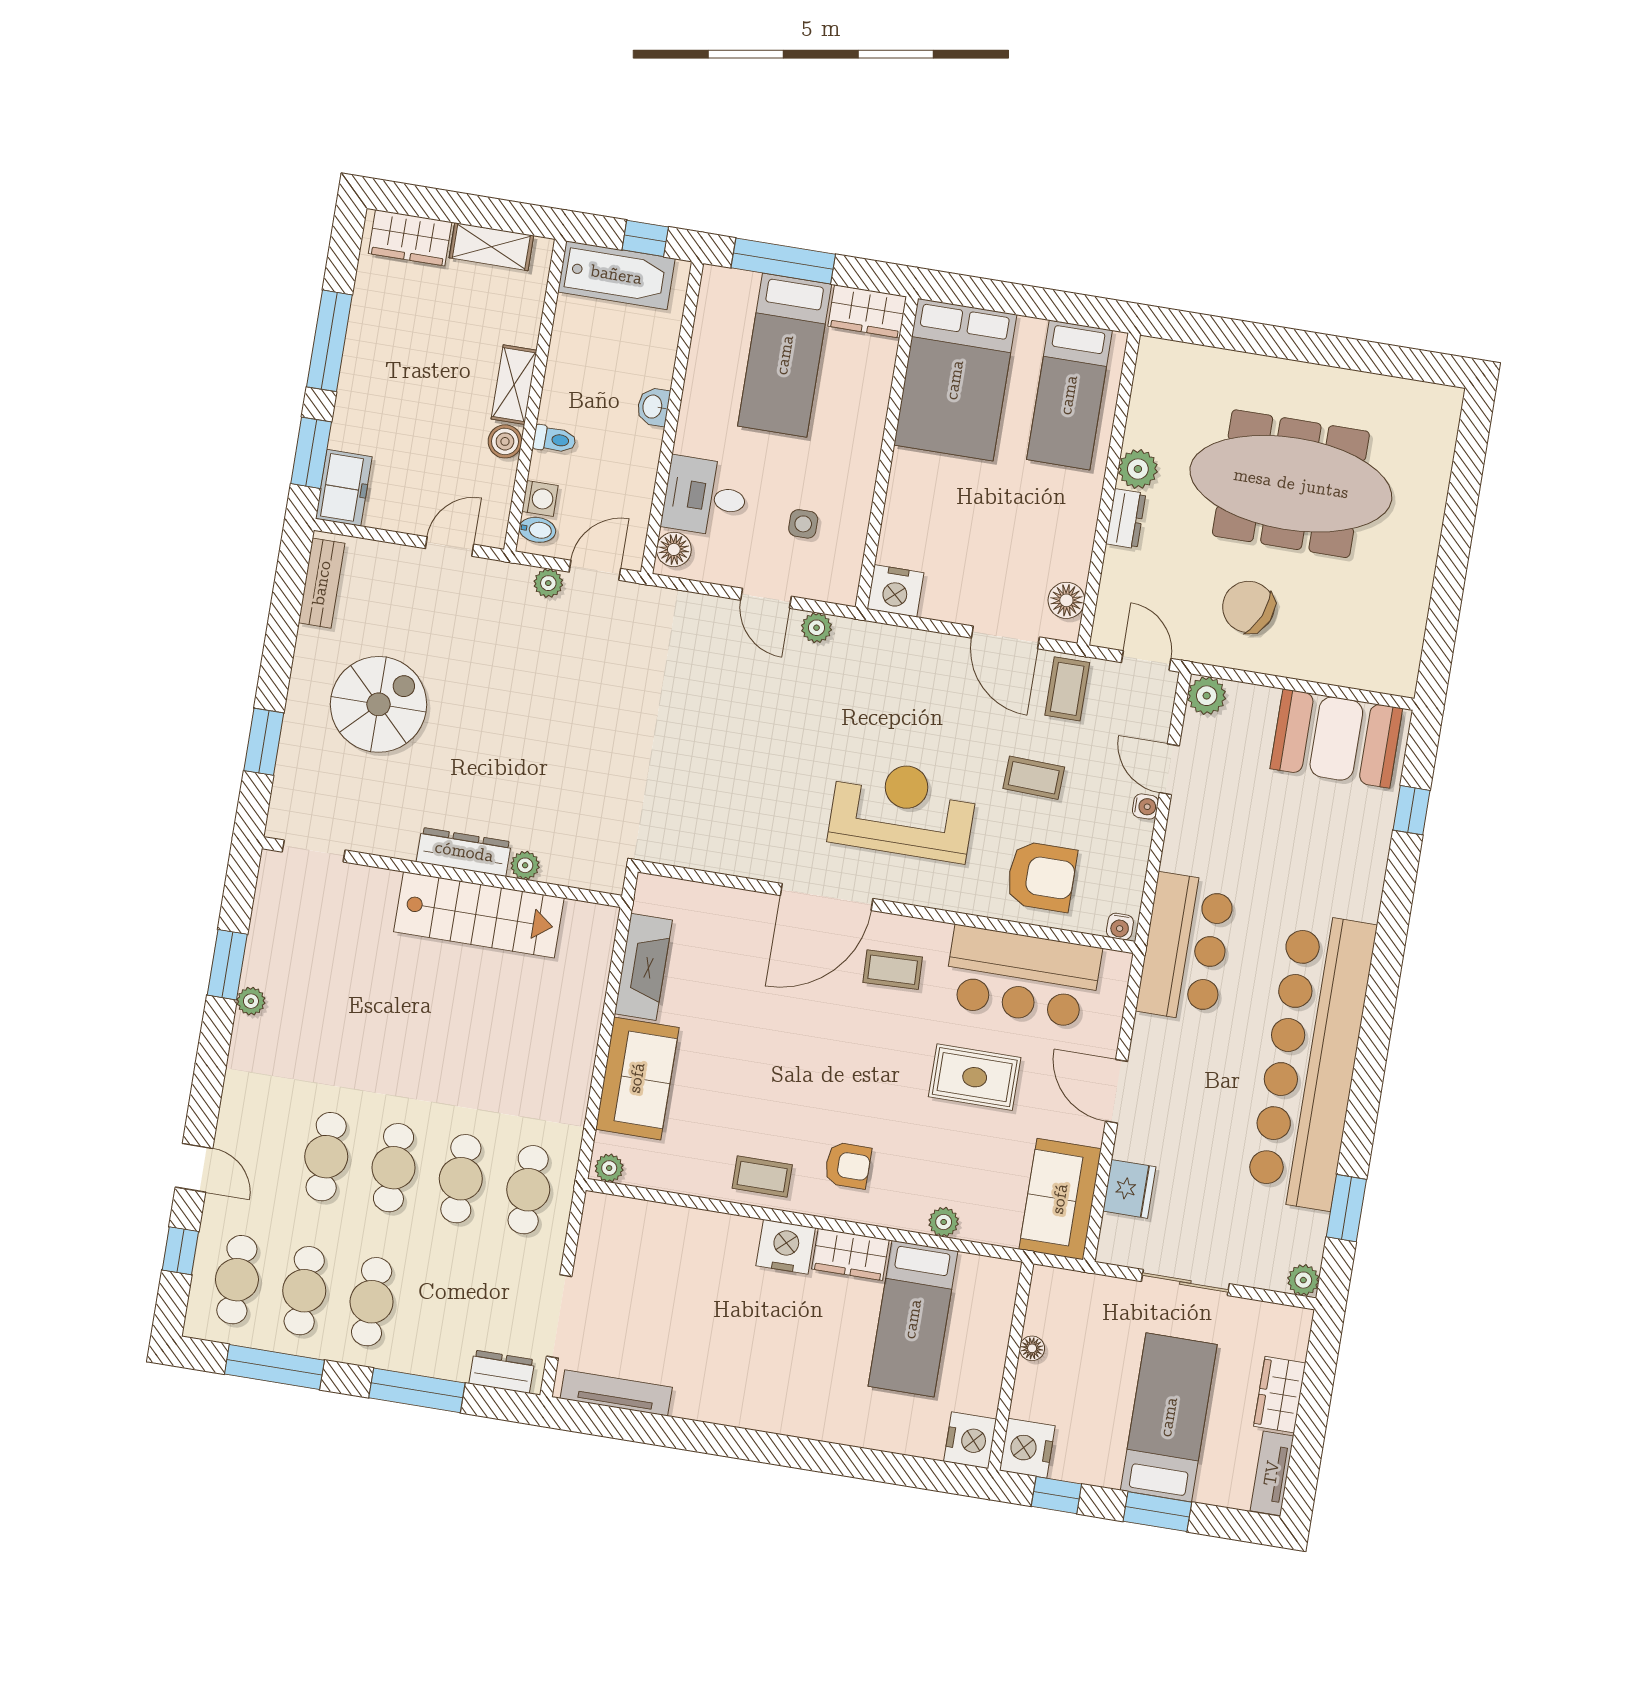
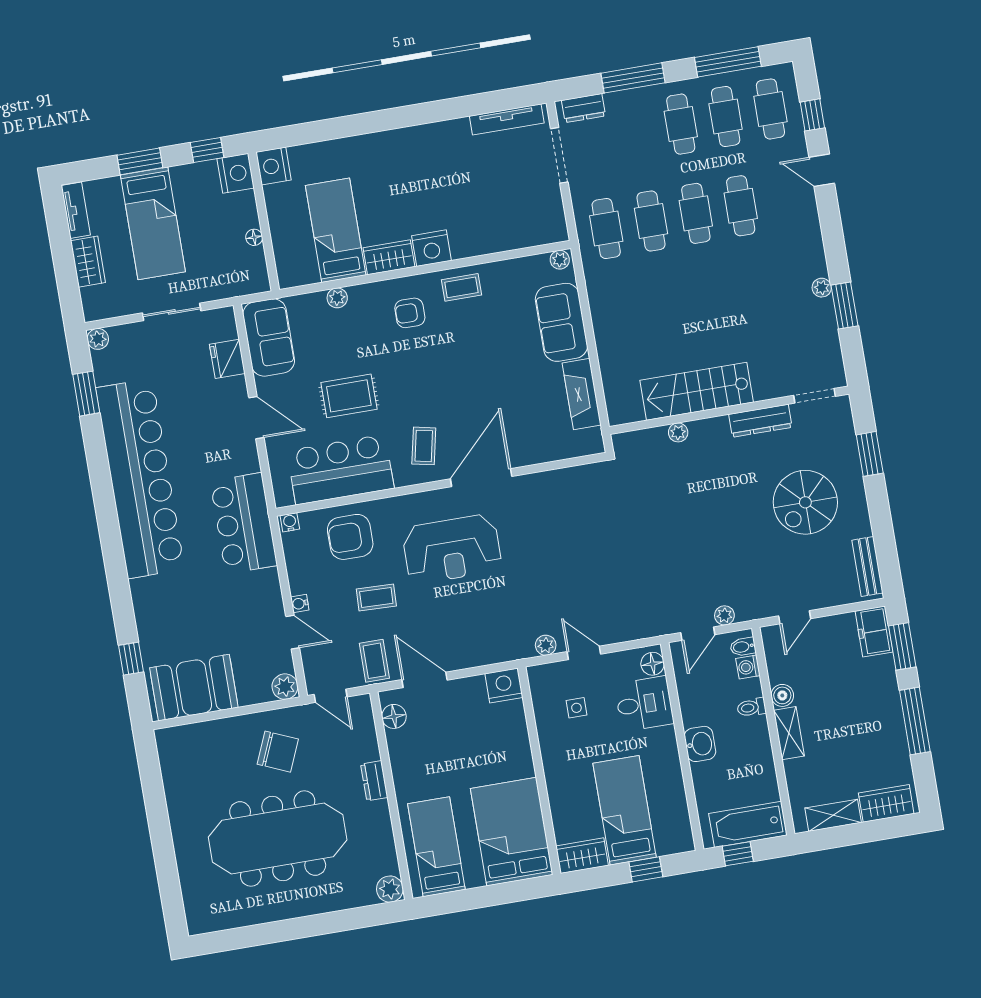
window: (783, 261) -> (646, 869), width x0.46
washbasin: (653, 407) -> (700, 744), width x1.38, depth x1.45
plant: (1138, 469) -> (390, 889), moved
dresser: (464, 852) -> (760, 421), moved
coffee table: (893, 970) -> (424, 446), turned -76

